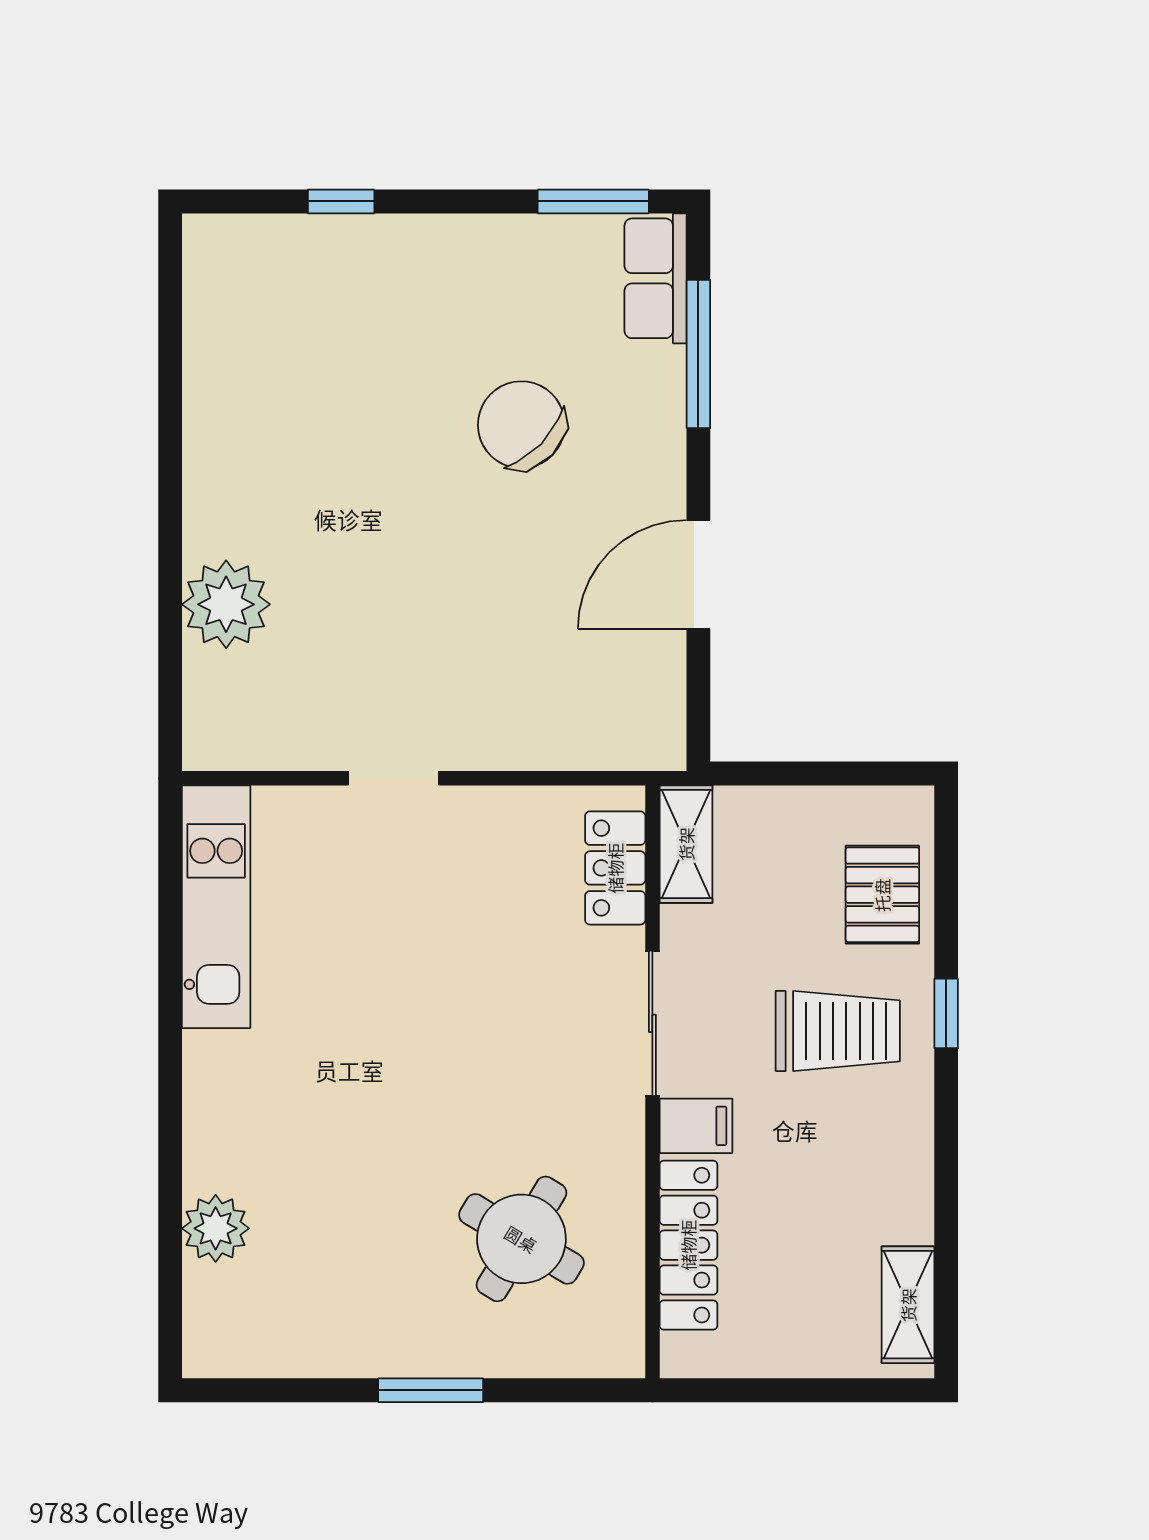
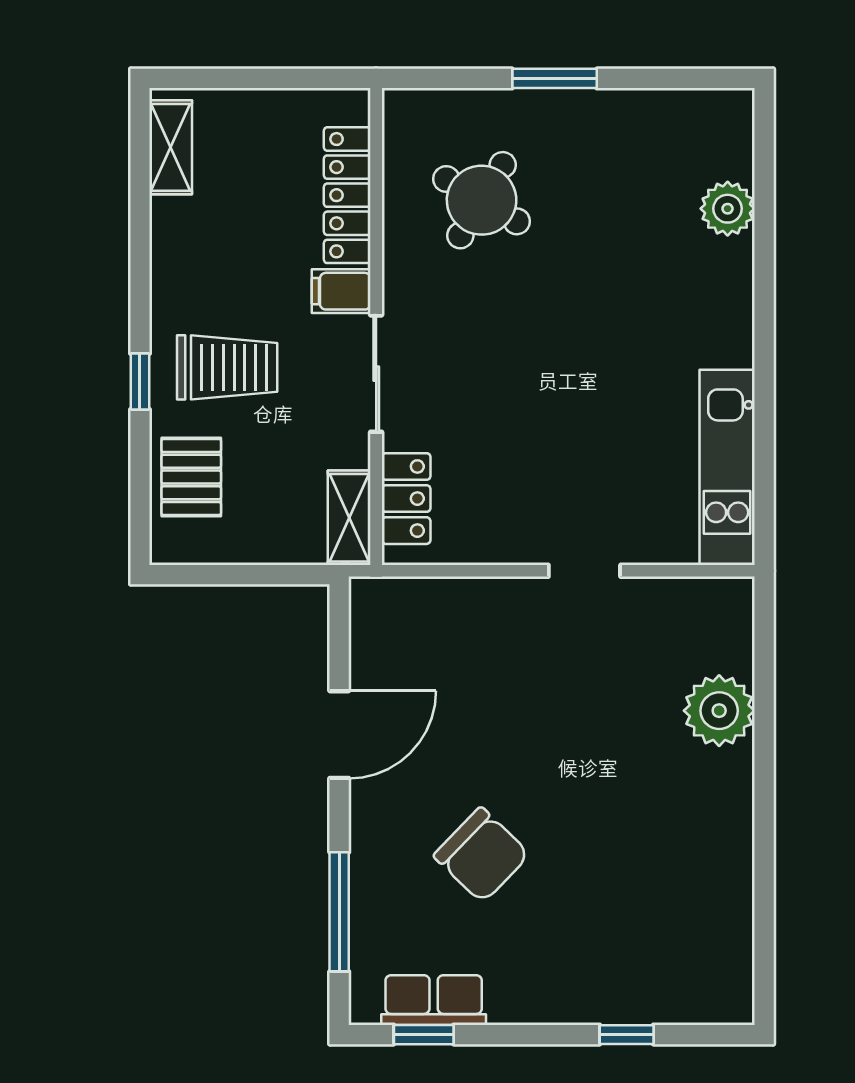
window: (593, 201) -> (424, 1035), width x0.67
row of seats: (656, 278) -> (434, 1000), moved, turned -90
trolley: (838, 1031) -> (227, 367), turned 180

